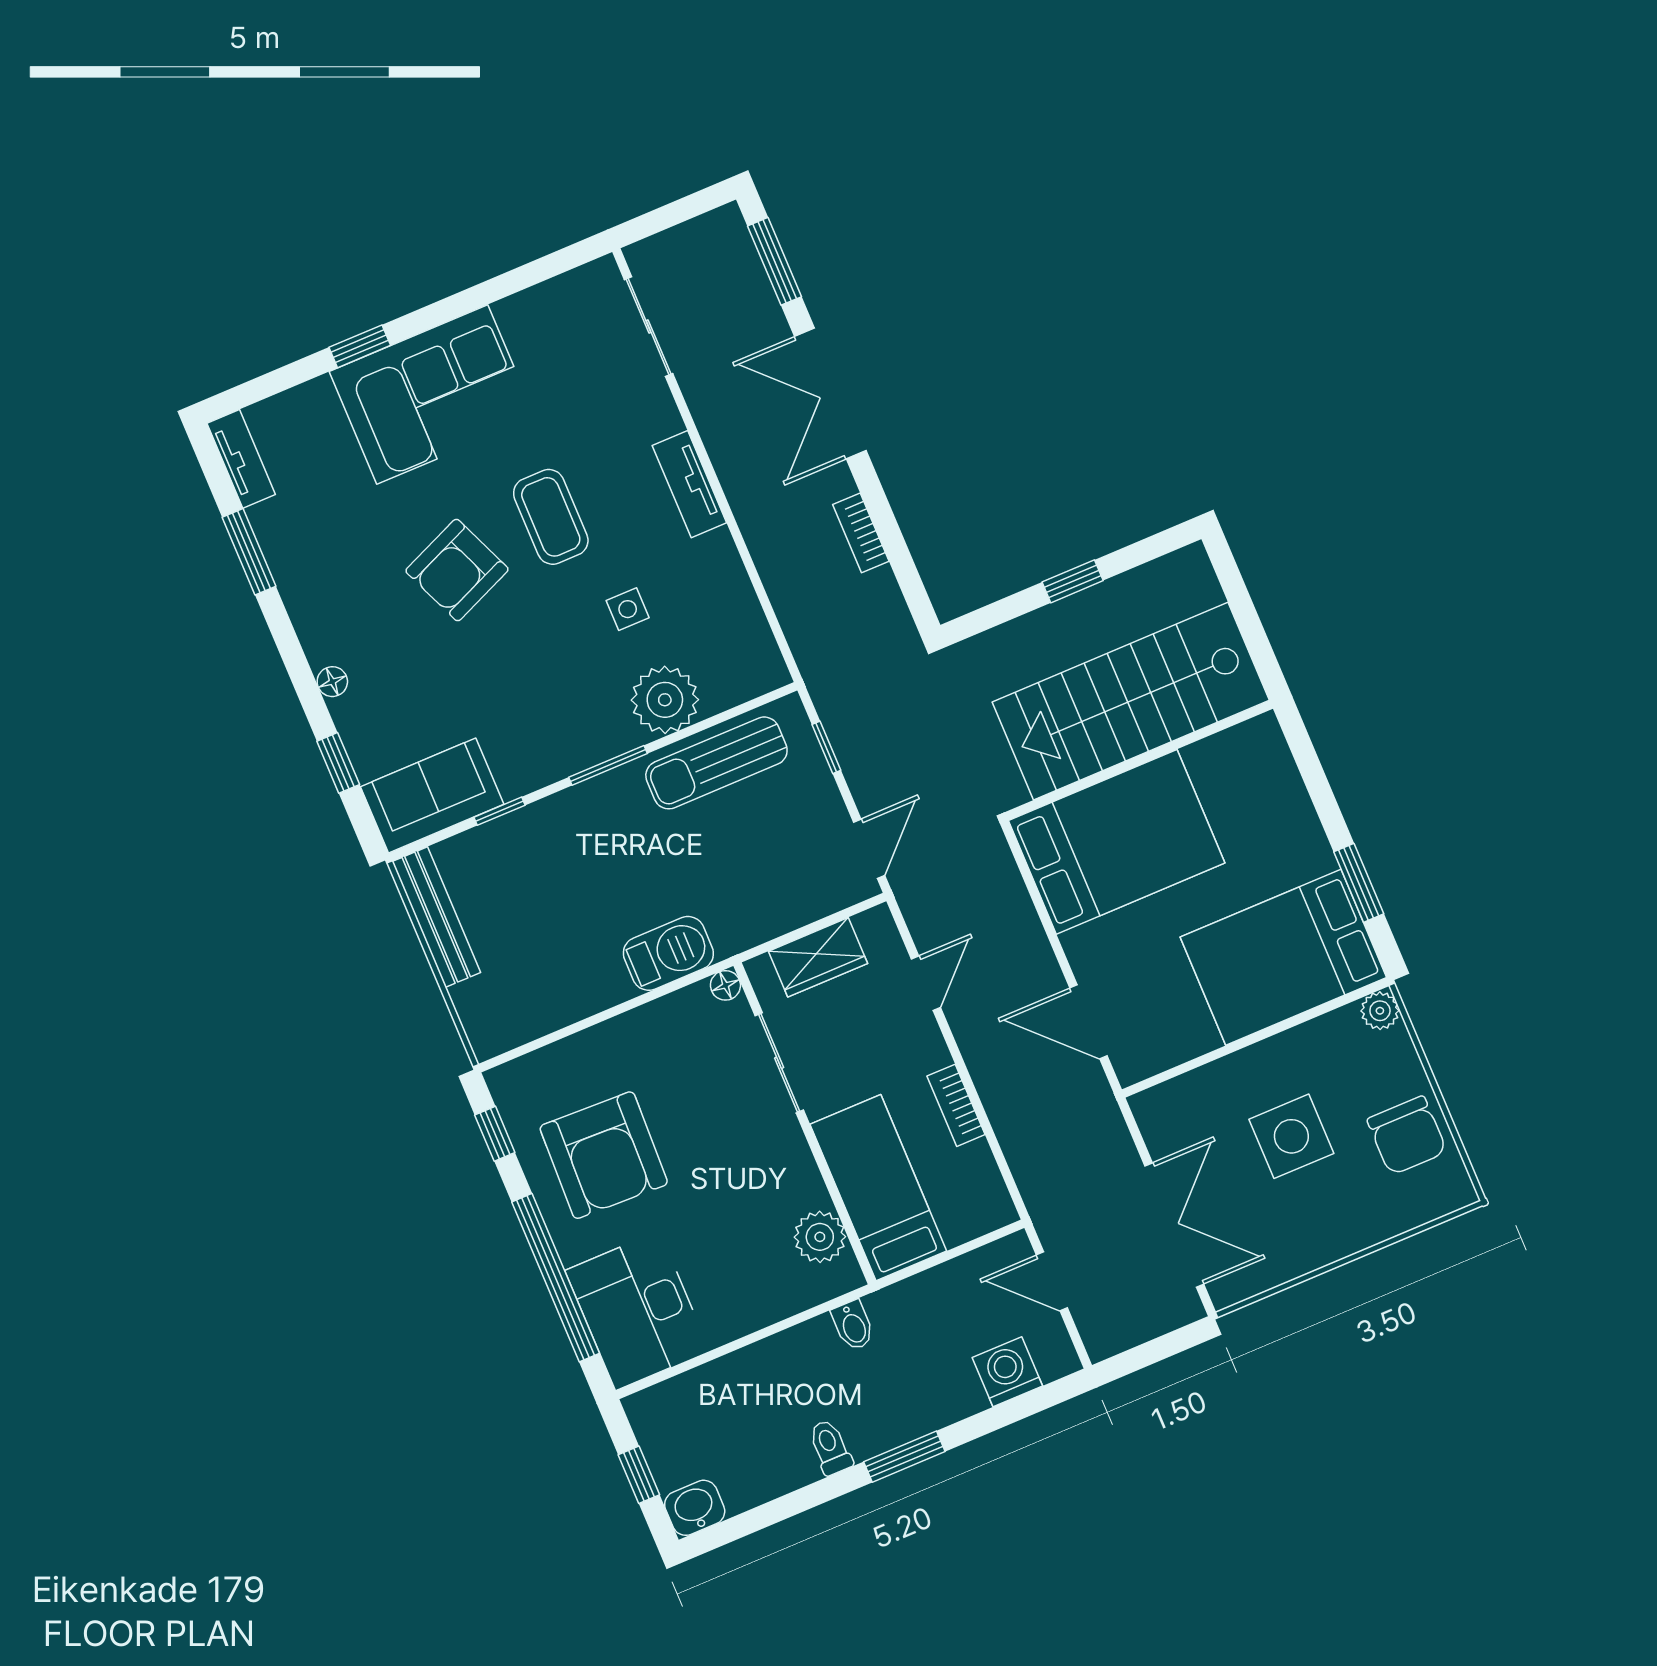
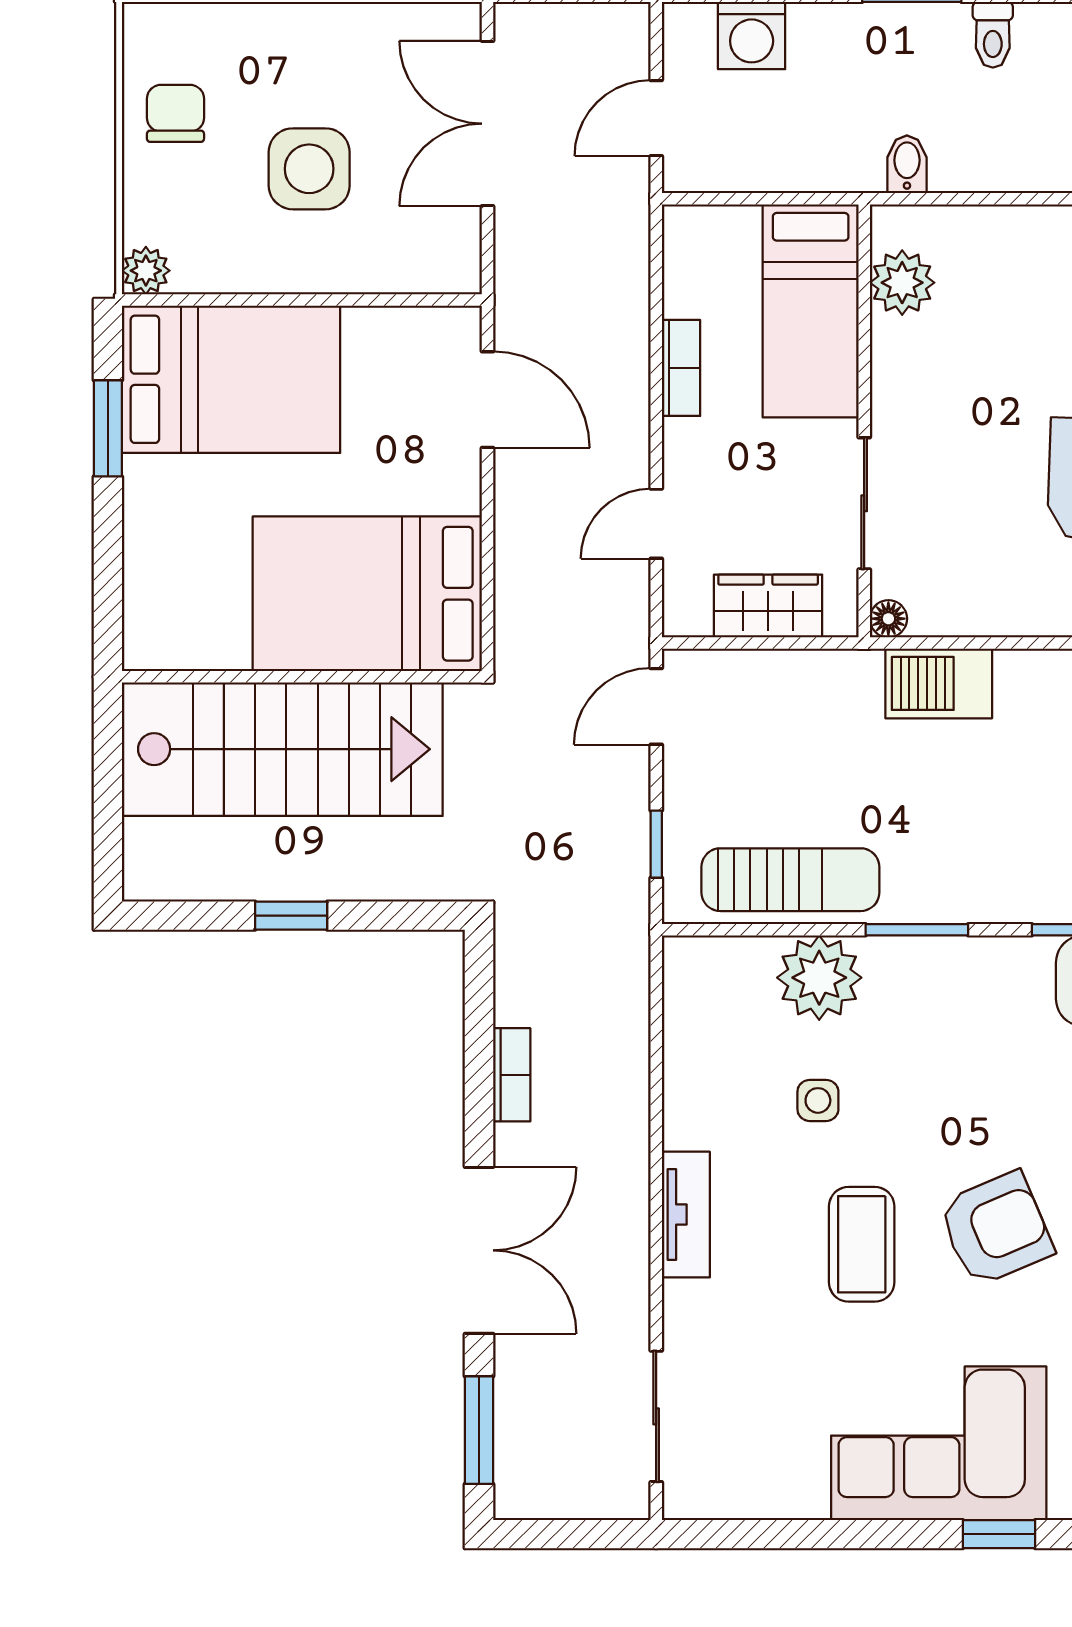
chair: (1407, 1136) -> (175, 113), width x0.73, depth x0.73
door: (1052, 1281) -> (656, 118), swing flipped

